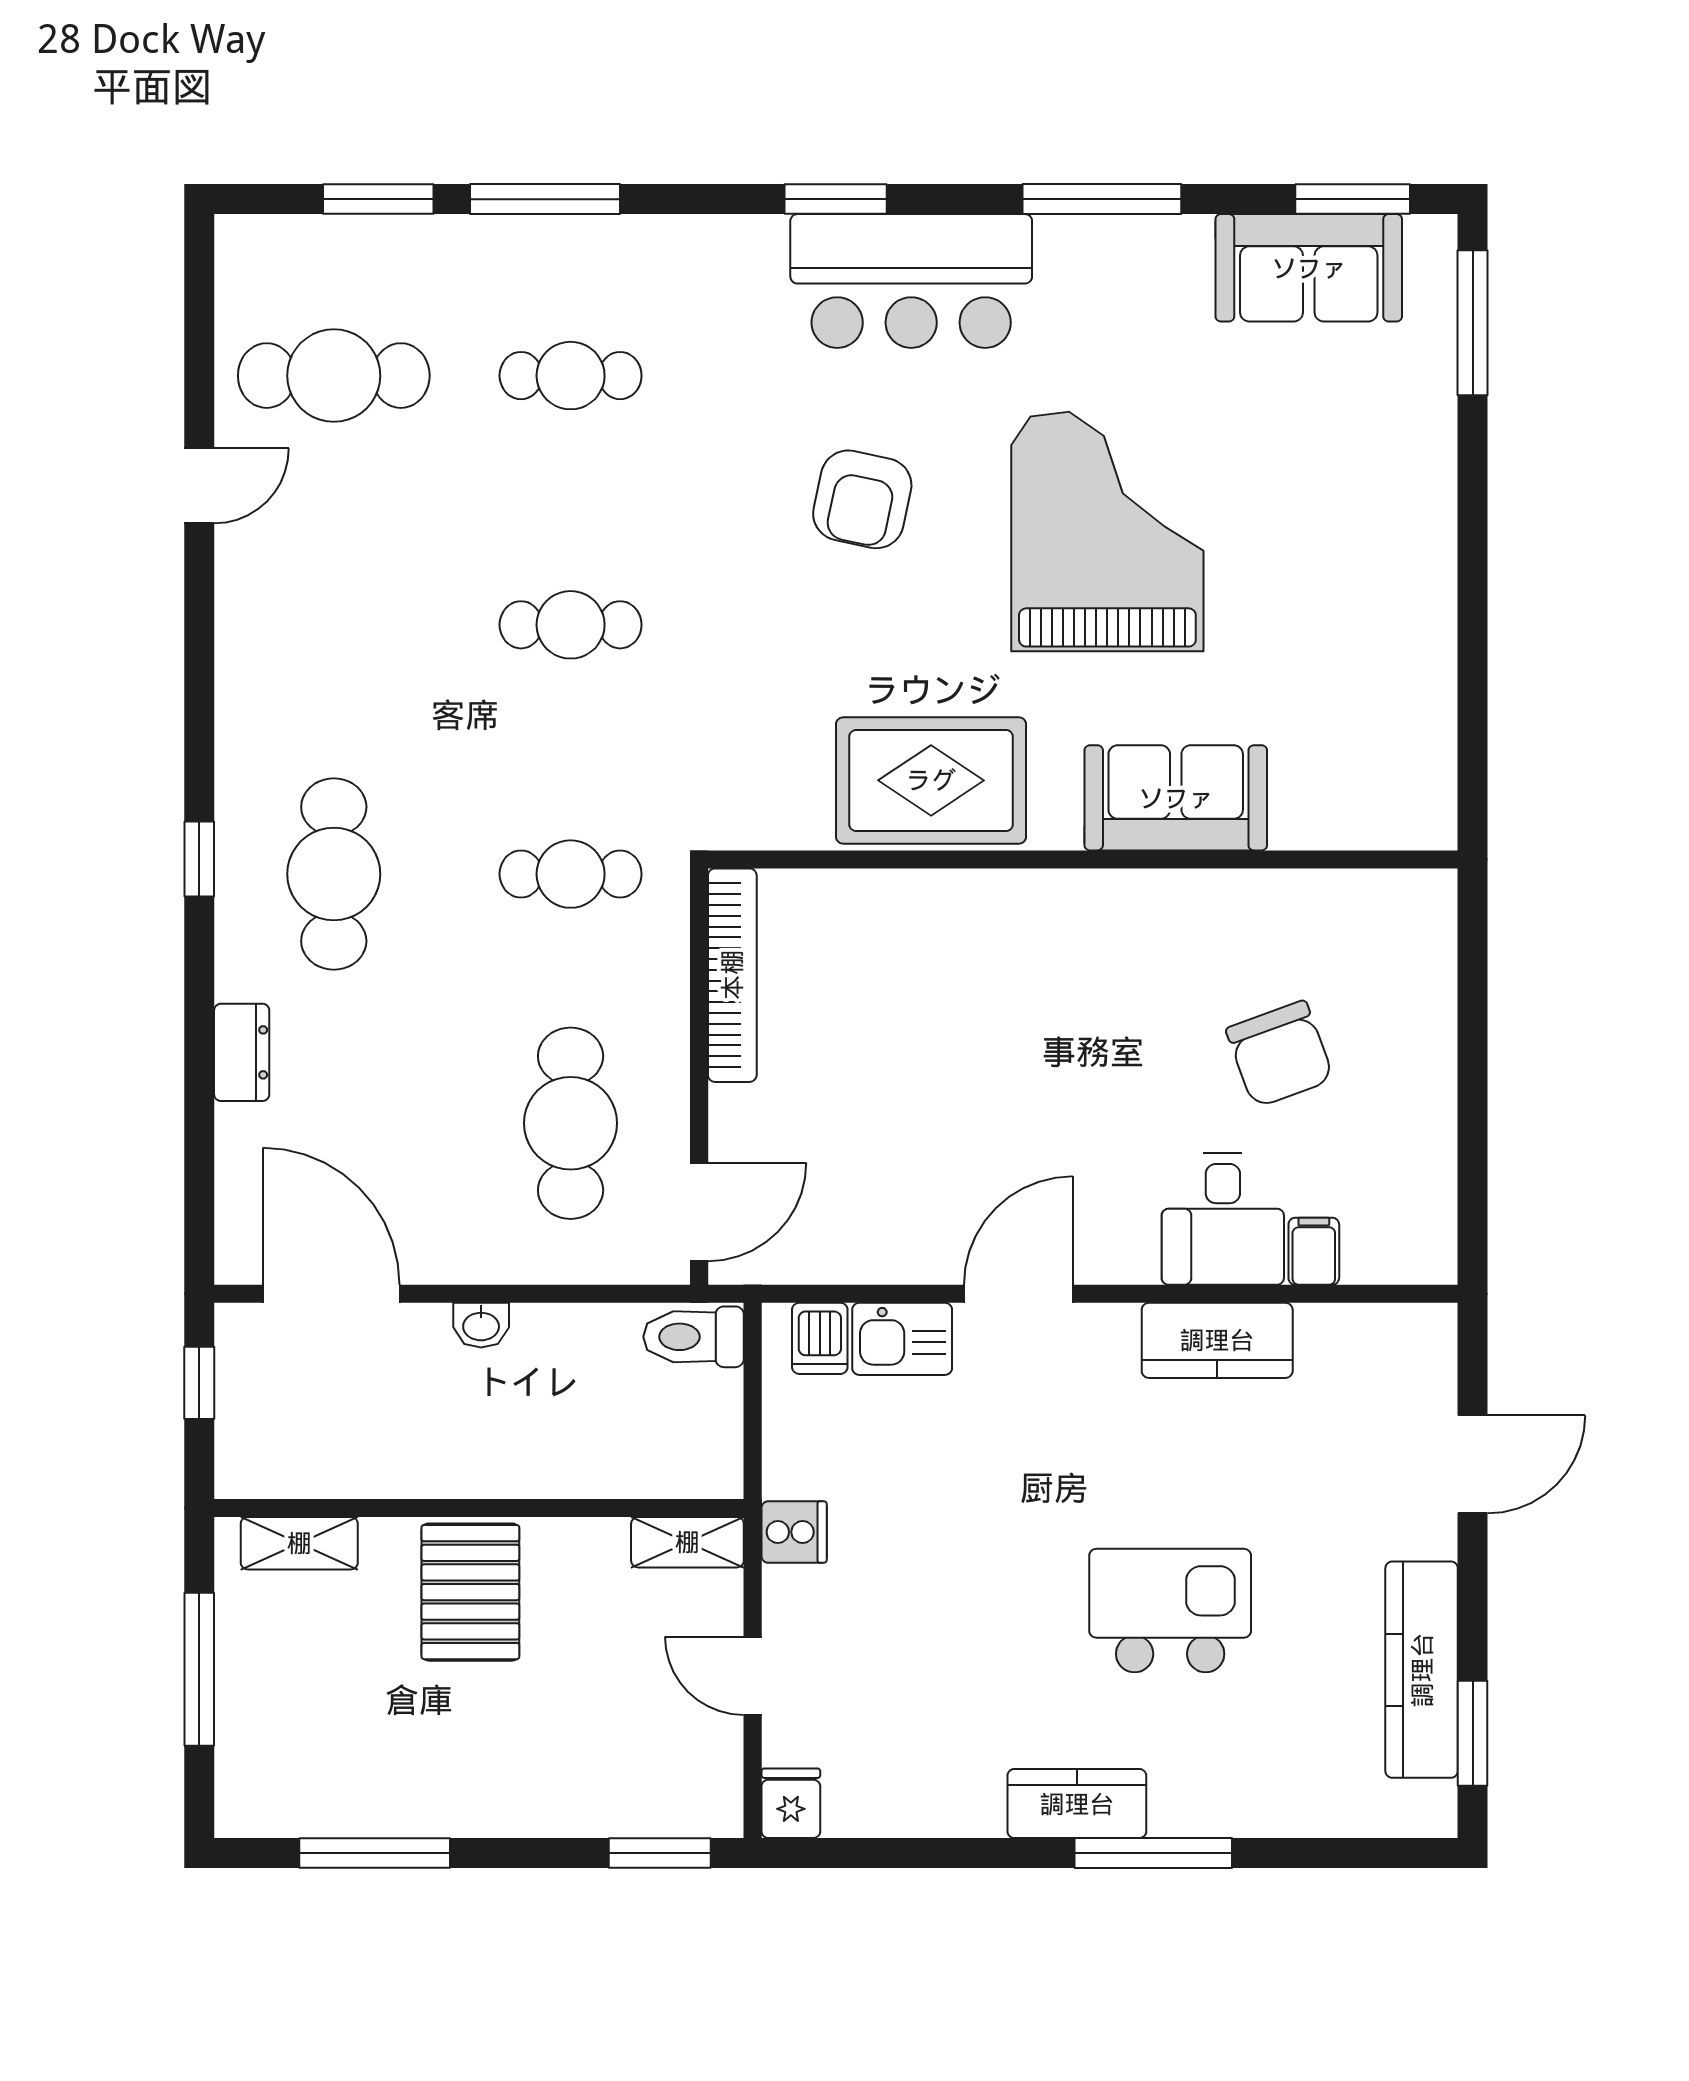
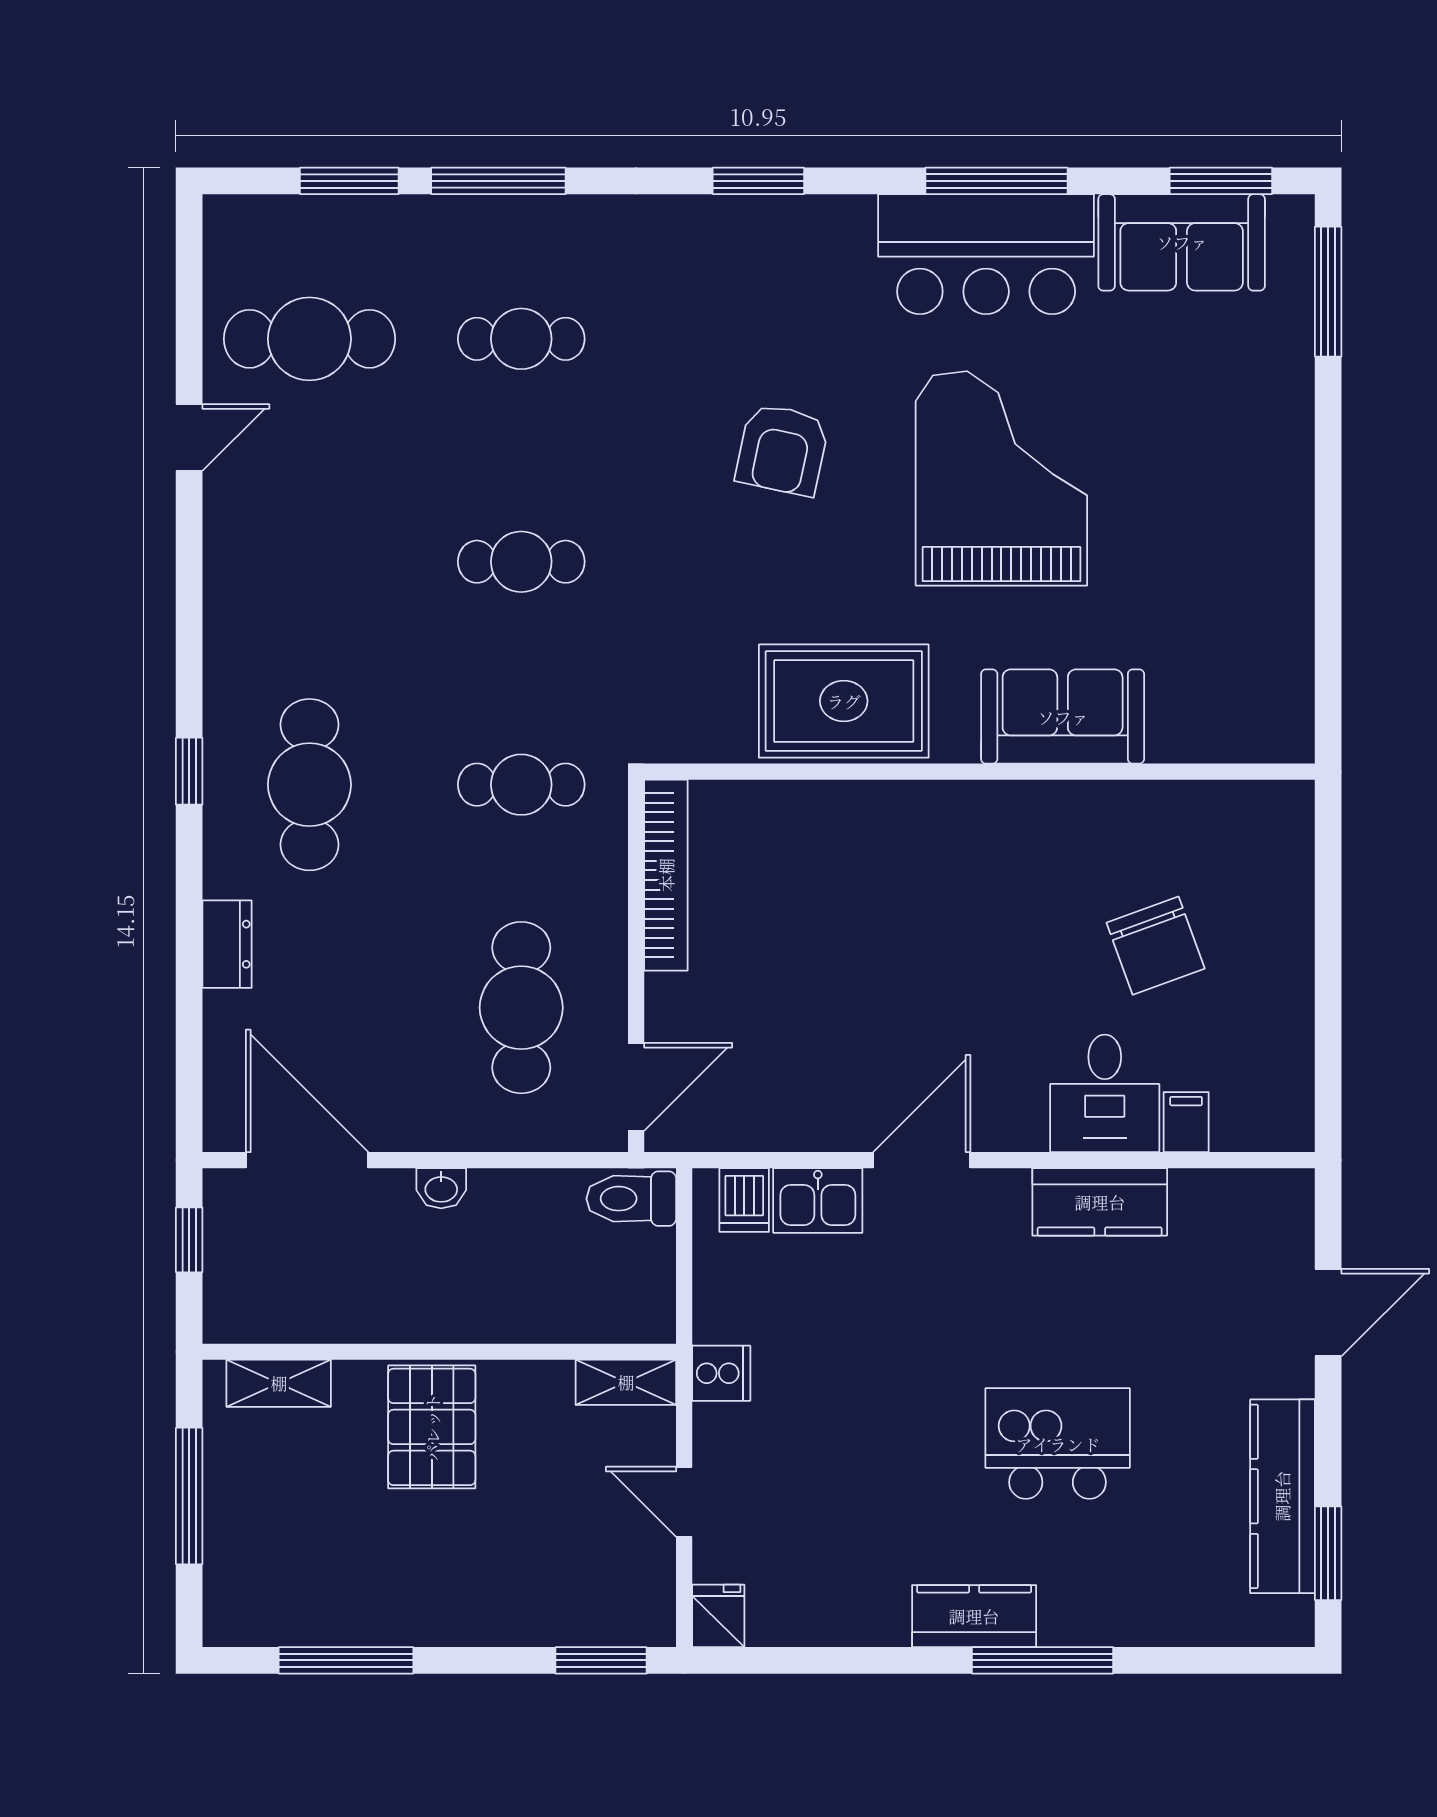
bar counter: (911, 281) -> (986, 254), moved

